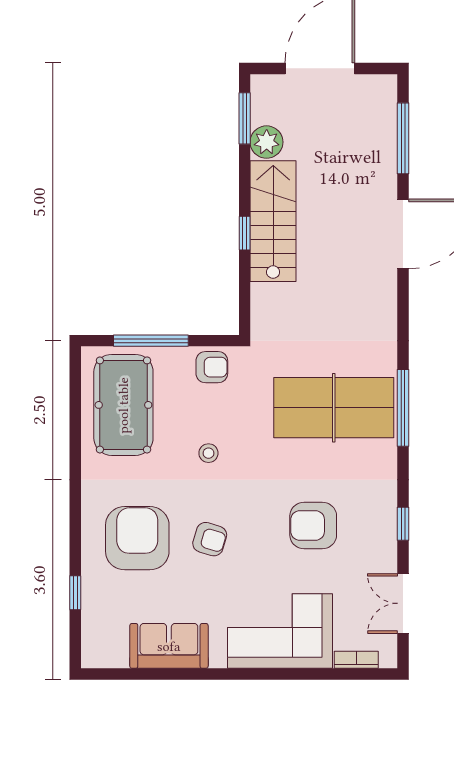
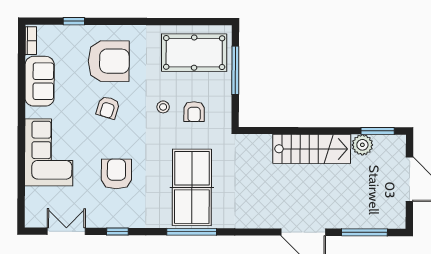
window: (245, 233) -> (304, 131), removed
armchair: (212, 367) -> (194, 112), moved
bookcase: (356, 660) -> (31, 41), moved

